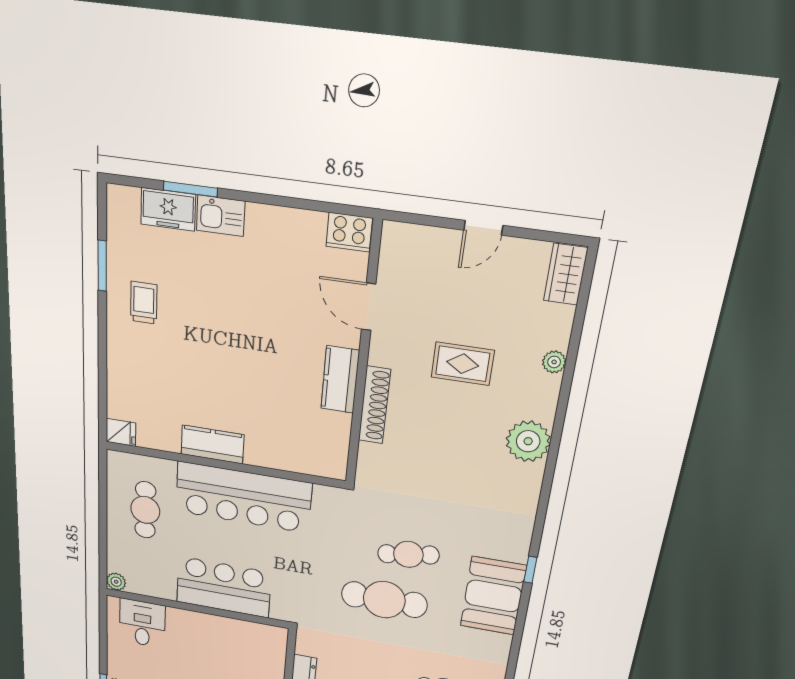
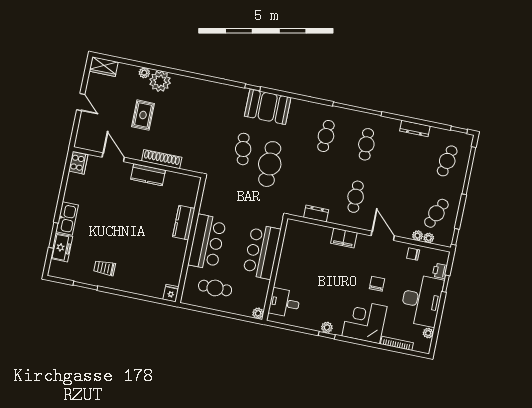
kitchen sink: (221, 216) -> (67, 218), width x1.38
door: (369, 307) -> (113, 157), swing flipped
plant: (528, 441) -> (160, 81), moved
kitchen counter: (212, 444) -> (184, 223), moved
bar counter: (243, 497) -> (207, 242), width x0.73

